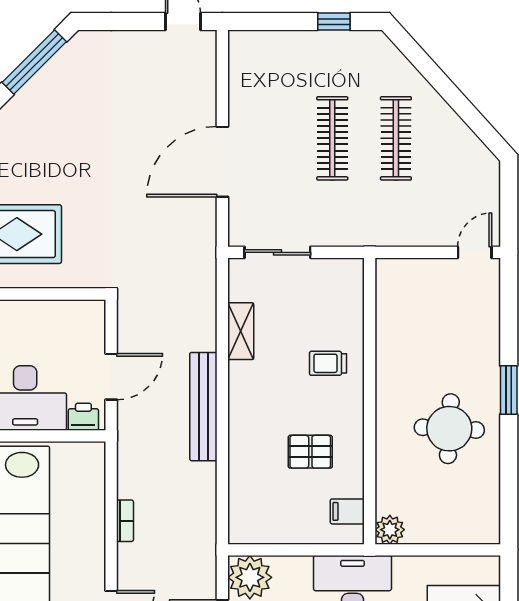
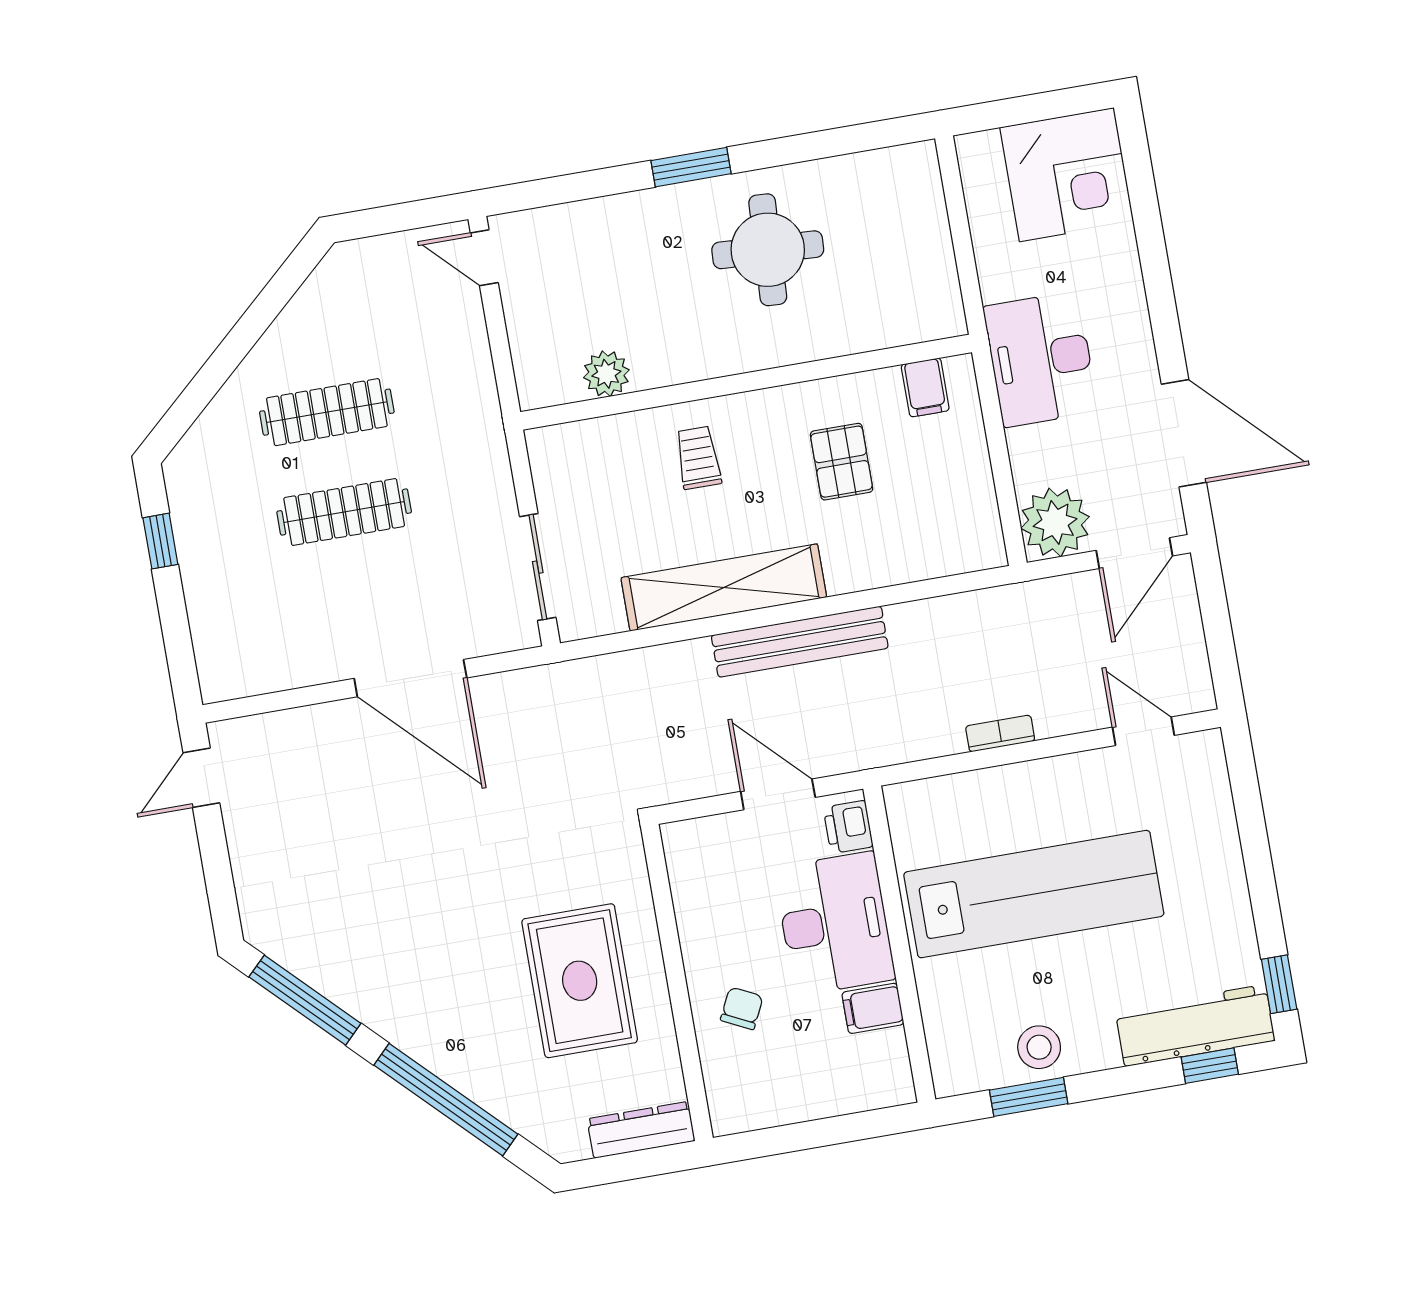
shelving: (241, 331) -> (724, 587), width x2.20, depth x1.33
trolley: (328, 363) -> (698, 458), turned 180
plant: (390, 530) -> (606, 374), moved

